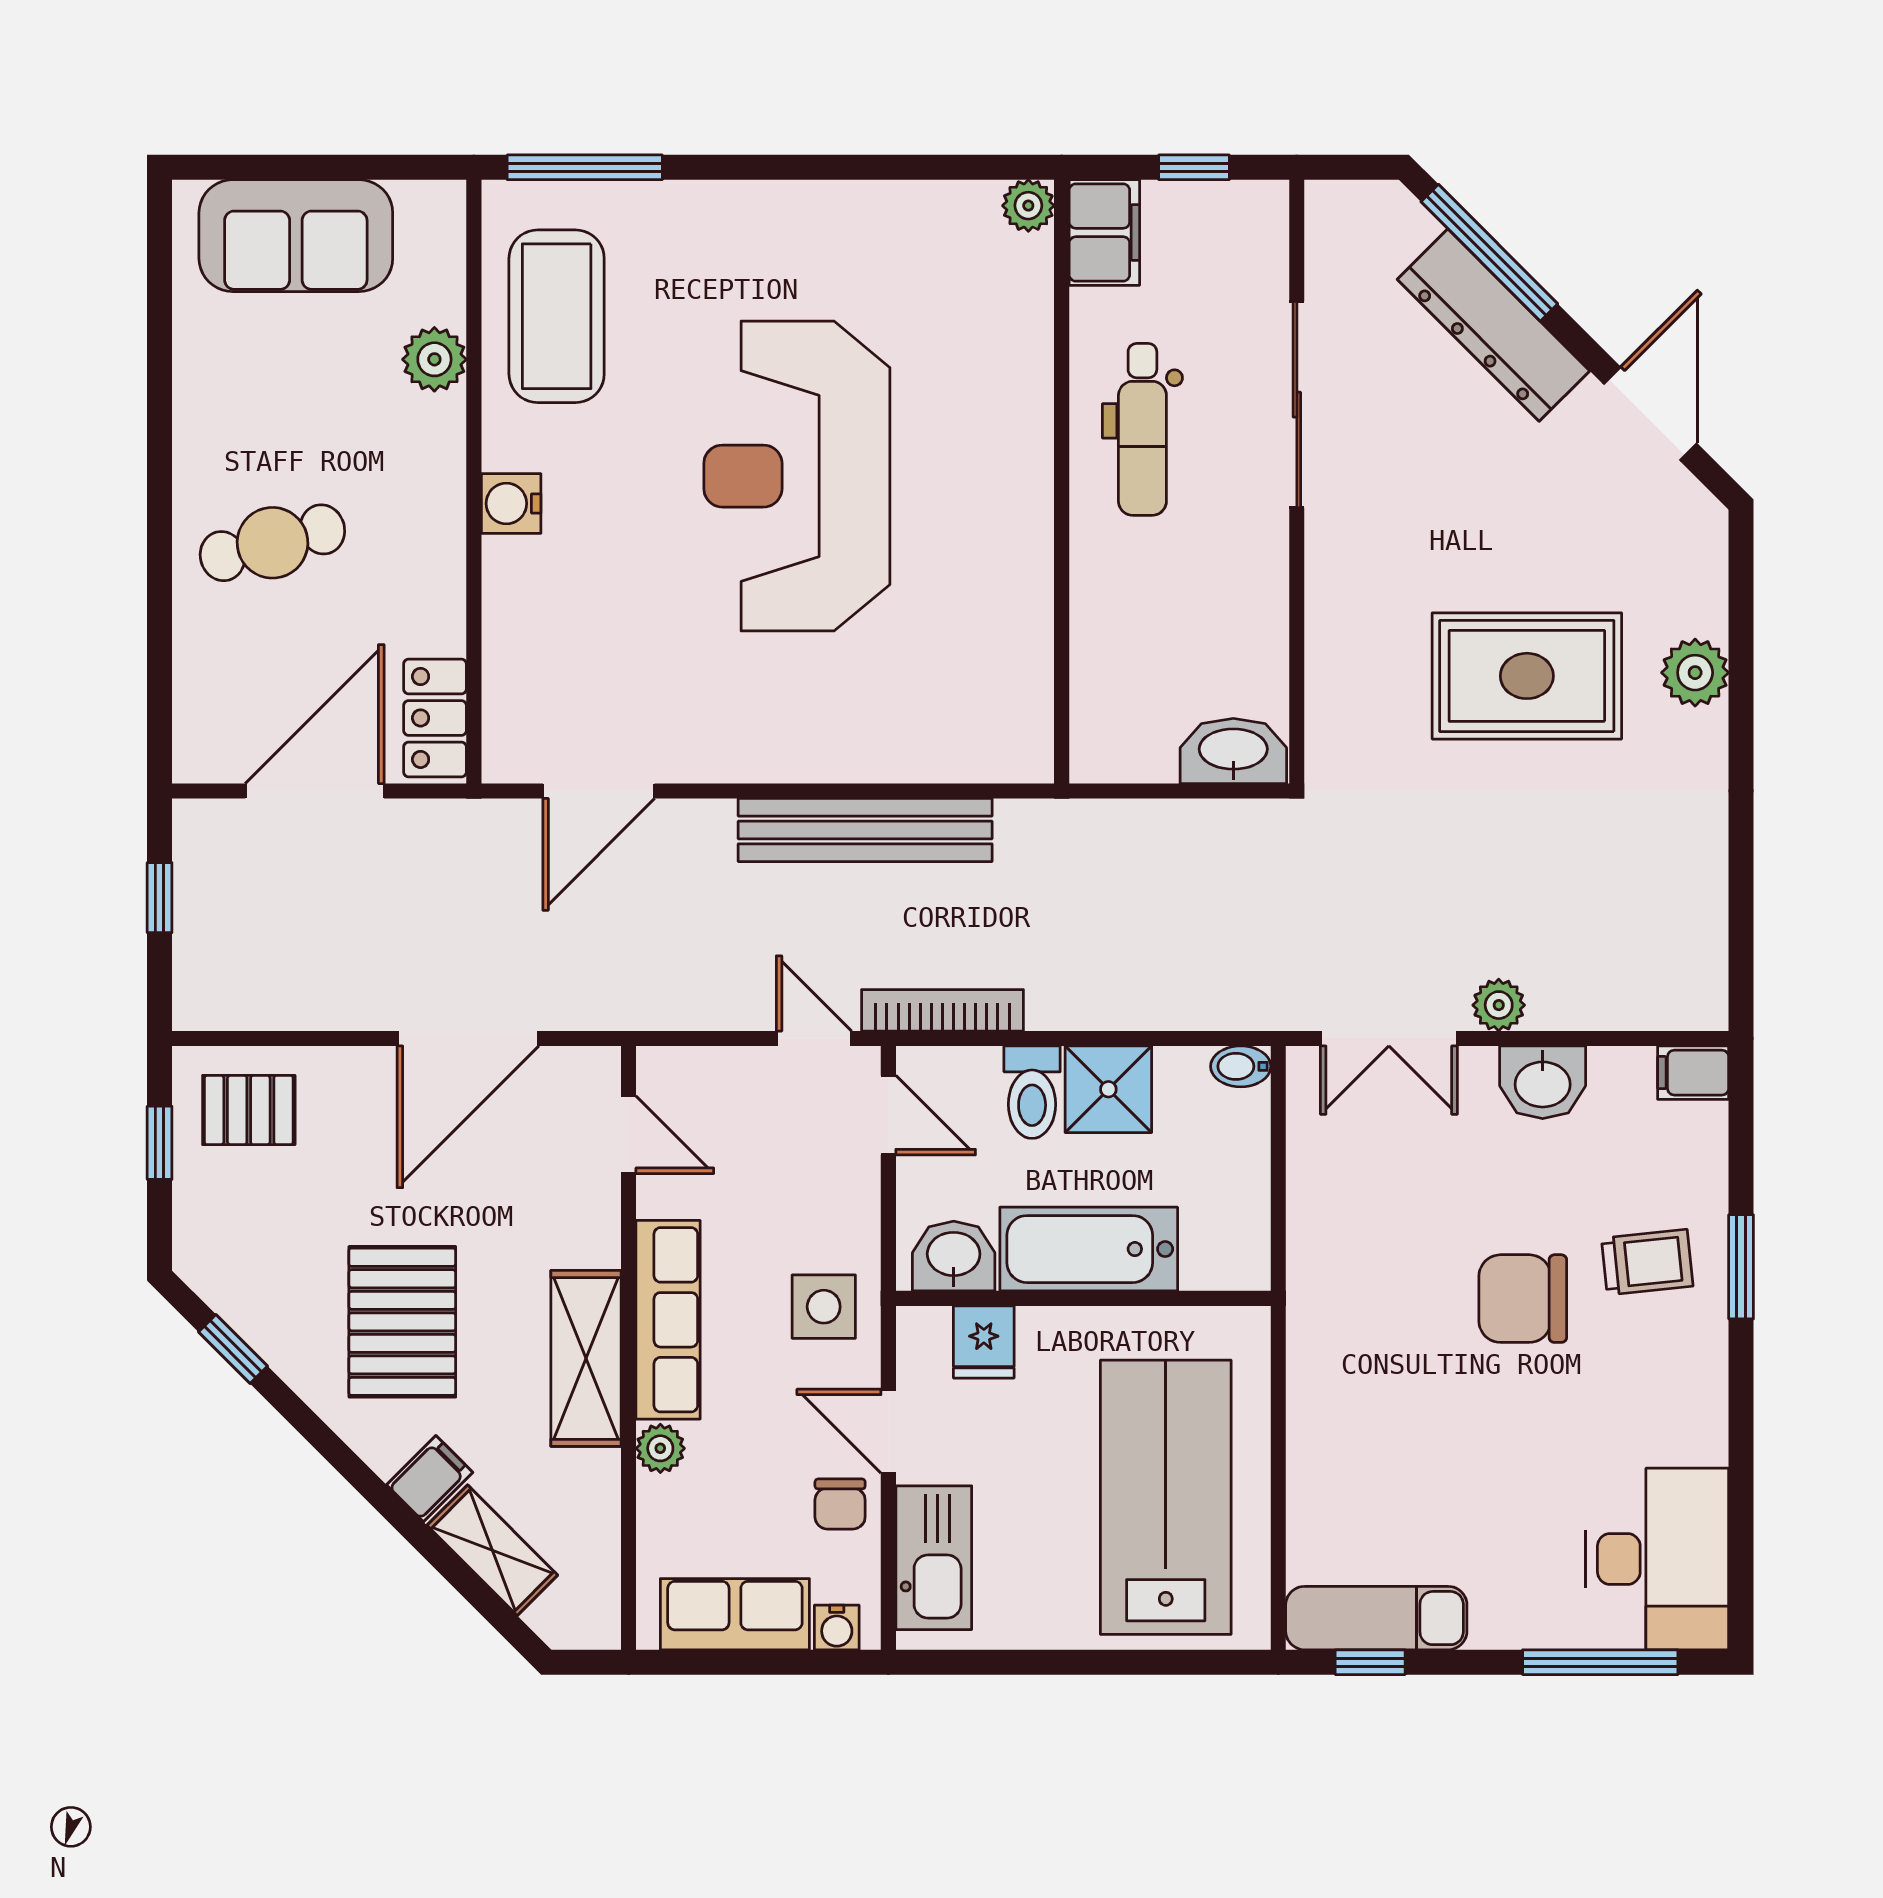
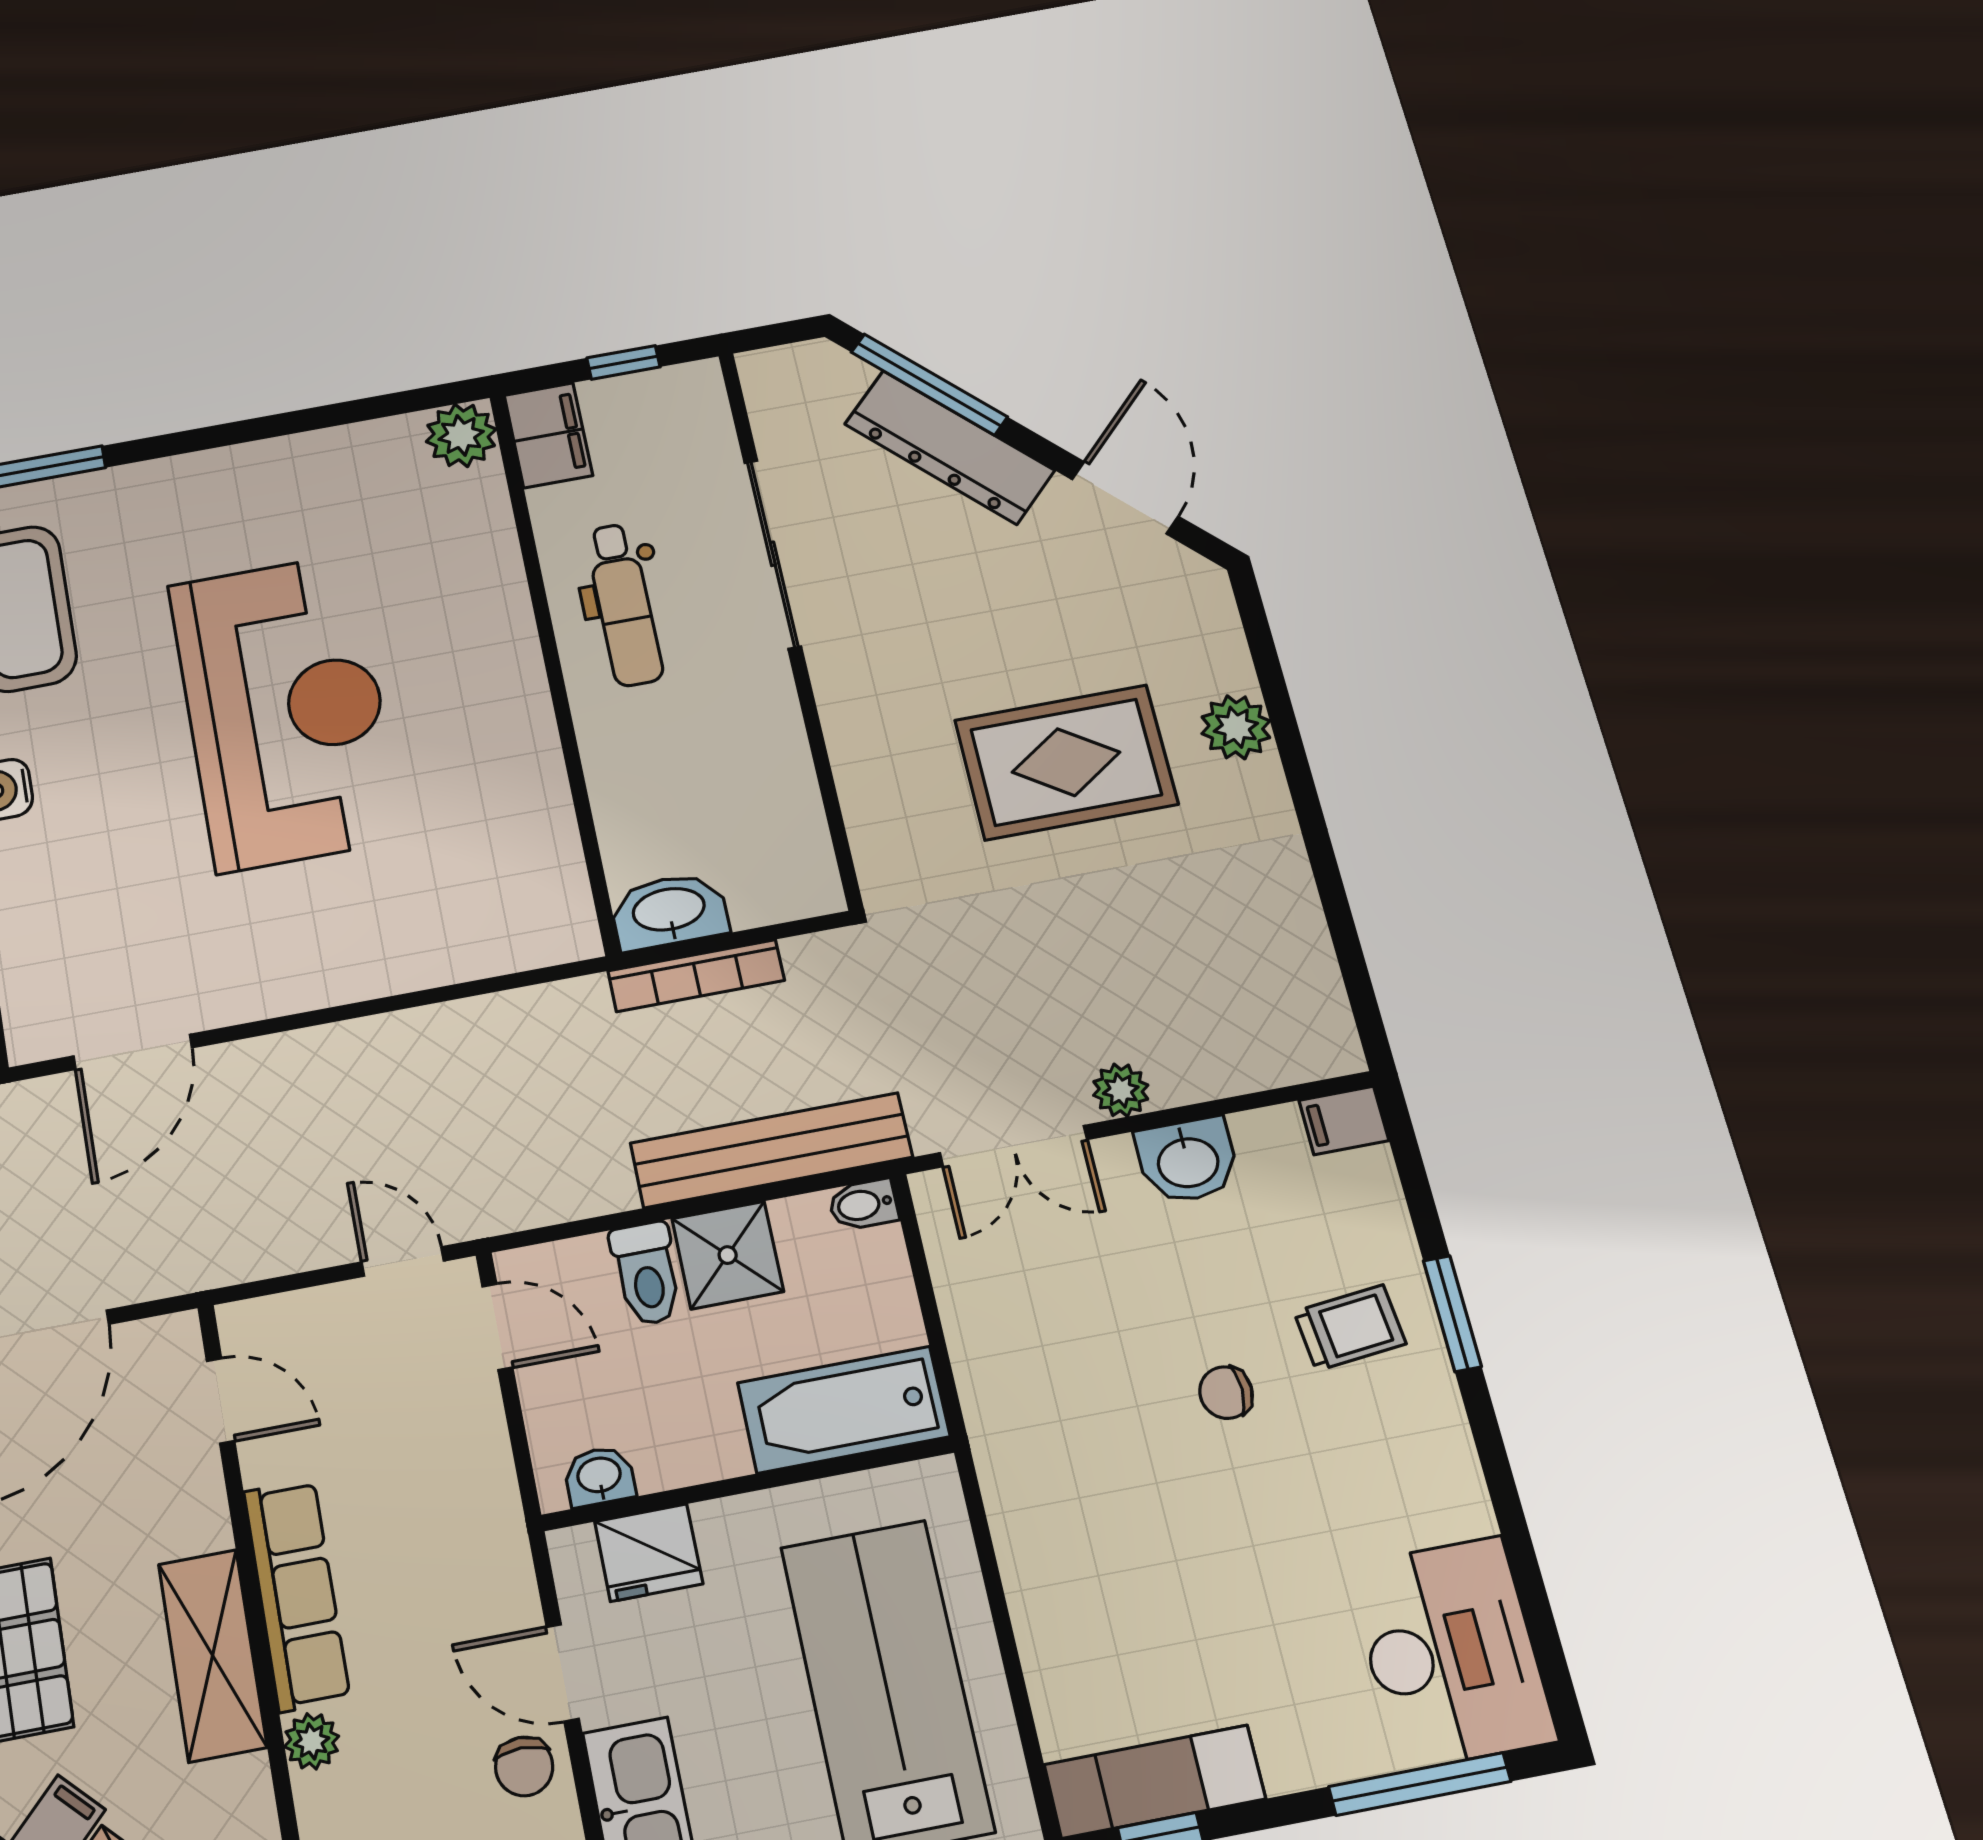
plant: (1028, 206) -> (461, 435), width x1.38, depth x1.38
reception desk: (797, 476) -> (286, 711), turned 180
washbasin: (1233, 751) -> (669, 911), moved
bench: (865, 830) -> (771, 1150), moved
bookcase: (942, 1010) -> (696, 976), moved, turned 180
bathtub: (1089, 1249) -> (844, 1410), moved
washbasin: (954, 1256) -> (599, 1476), width x0.72, depth x0.69
chair: (1523, 1299) -> (1226, 1393), width x0.54, depth x0.54
side table: (824, 1307) -> (465, 1547), removed
fridge: (984, 1342) -> (649, 1553), width x1.38

